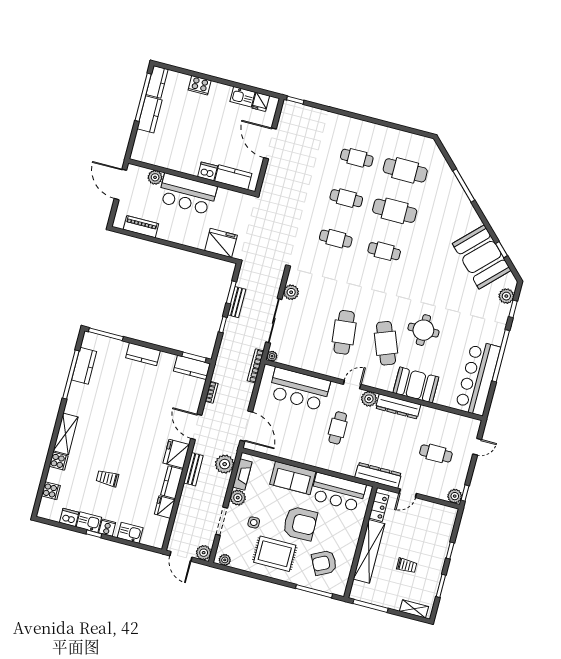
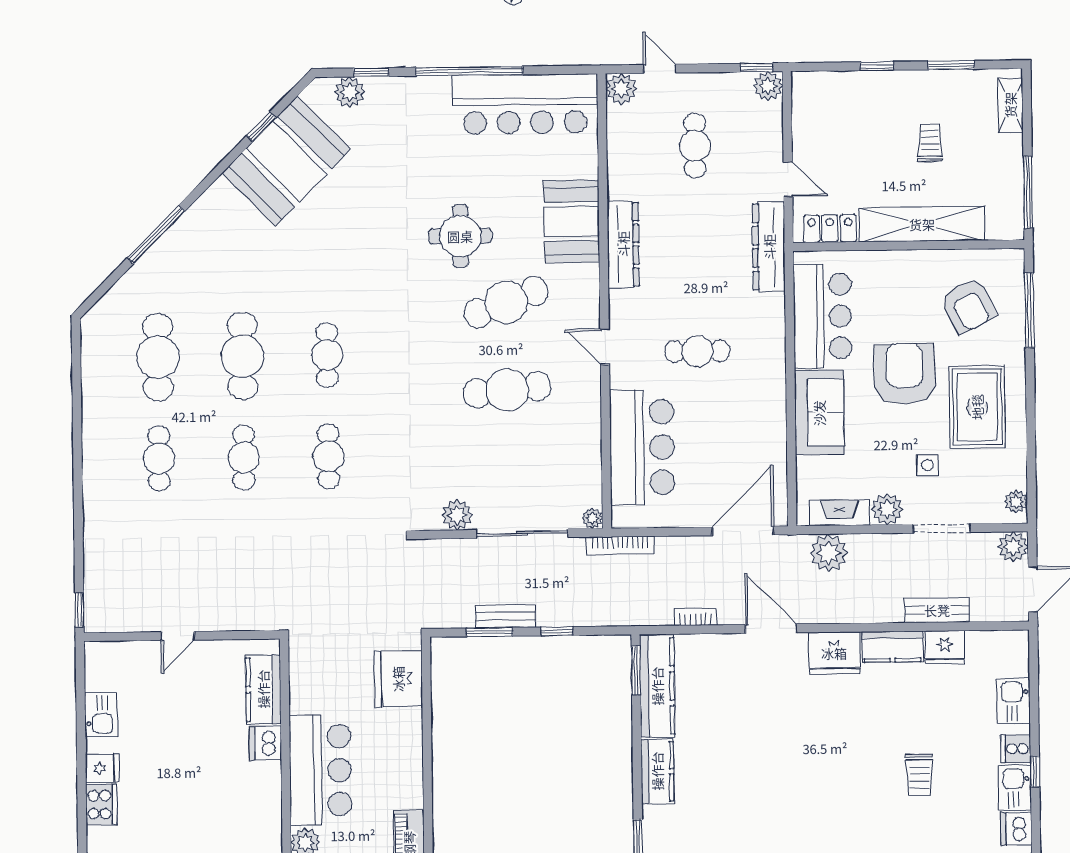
fridge: (261, 102) -> (102, 768), moved
door: (270, 143) -> (177, 636), width x0.53
kitchen counter: (192, 367) -> (657, 686), width x1.50
plant: (369, 399) -> (621, 89), moved
door: (196, 427) -> (771, 629), swing flipped
bench: (193, 469) -> (937, 610), moved

